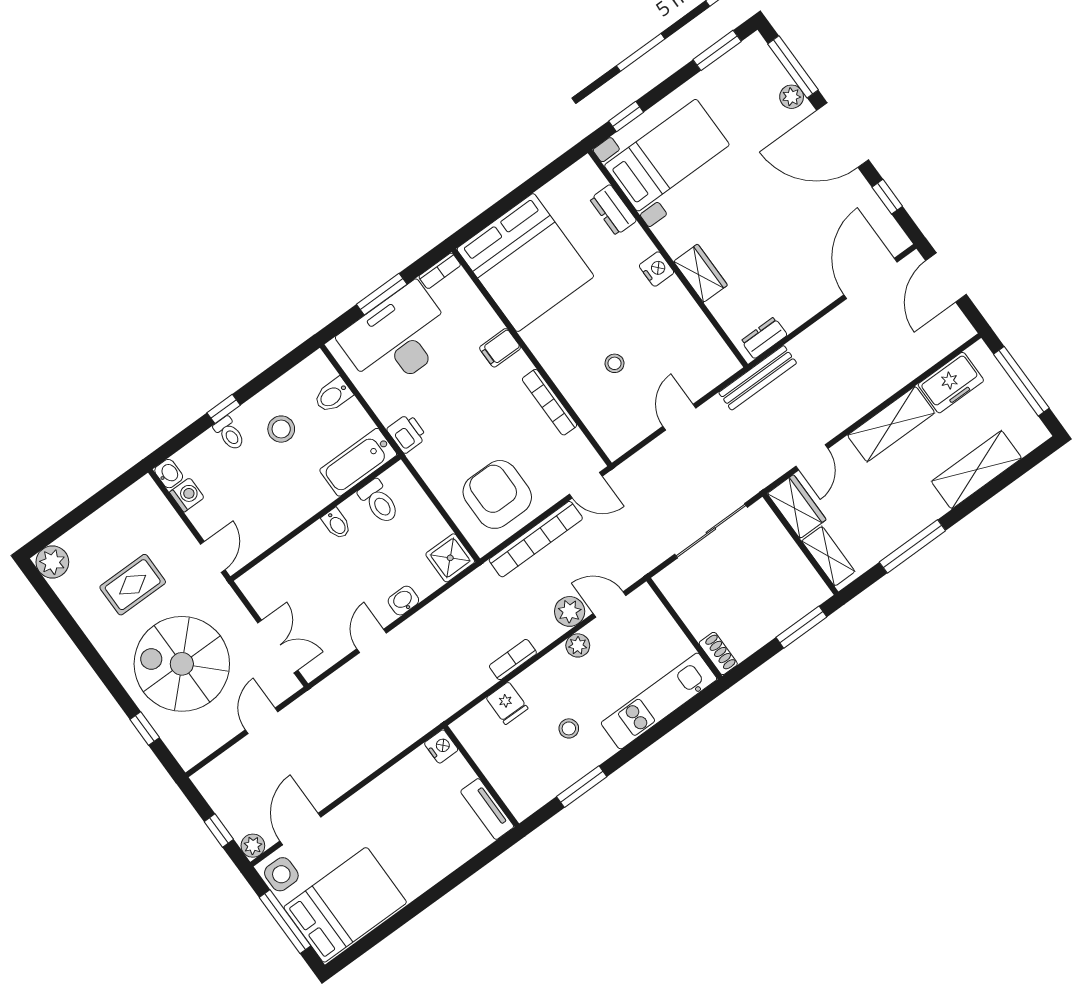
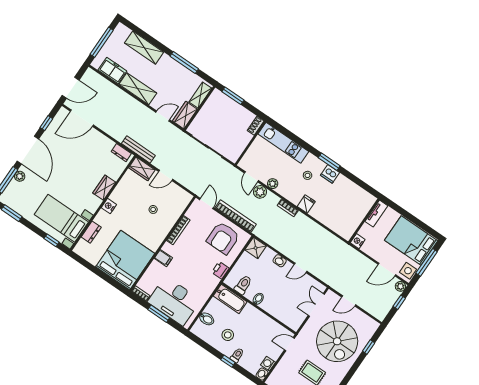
wardrobe: (712, 370) -> (142, 169), added
printer: (407, 433) -> (220, 270), moved
nightstand: (441, 747) -> (358, 241), moved
wall: (481, 776) -> (364, 221), moved
dishwasher: (554, 779) -> (330, 174), added
tv unit: (487, 809) -> (376, 214), moved

